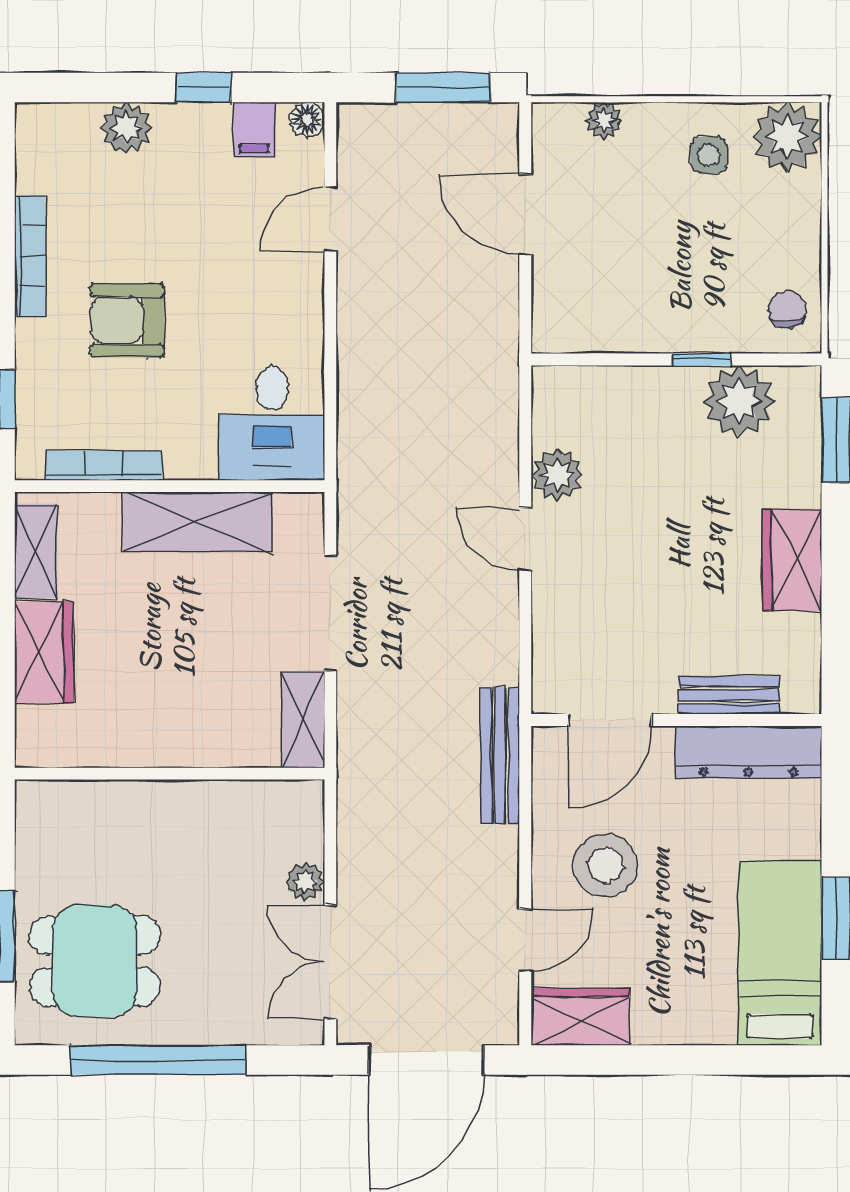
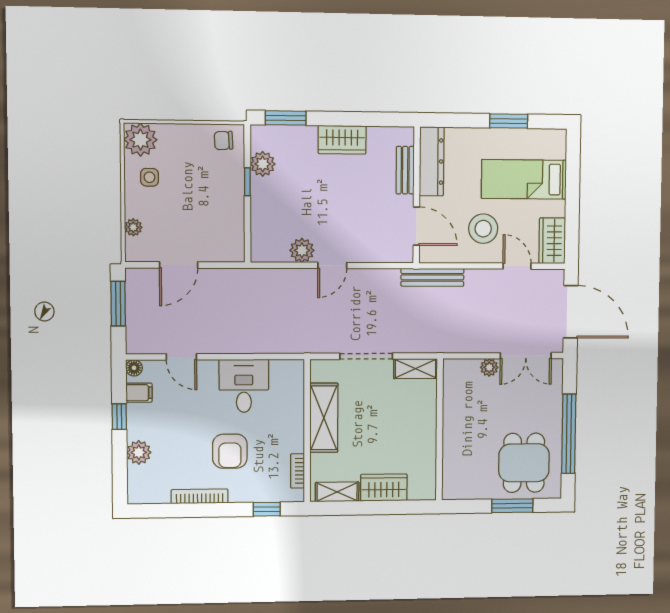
plant: (739, 401) -> (263, 164), width x0.73, depth x0.73
desk: (272, 423) -> (244, 386), moved, turned -90
bookcase: (104, 465) -> (297, 471), width x0.64
bed: (780, 953) -> (524, 179), moved

